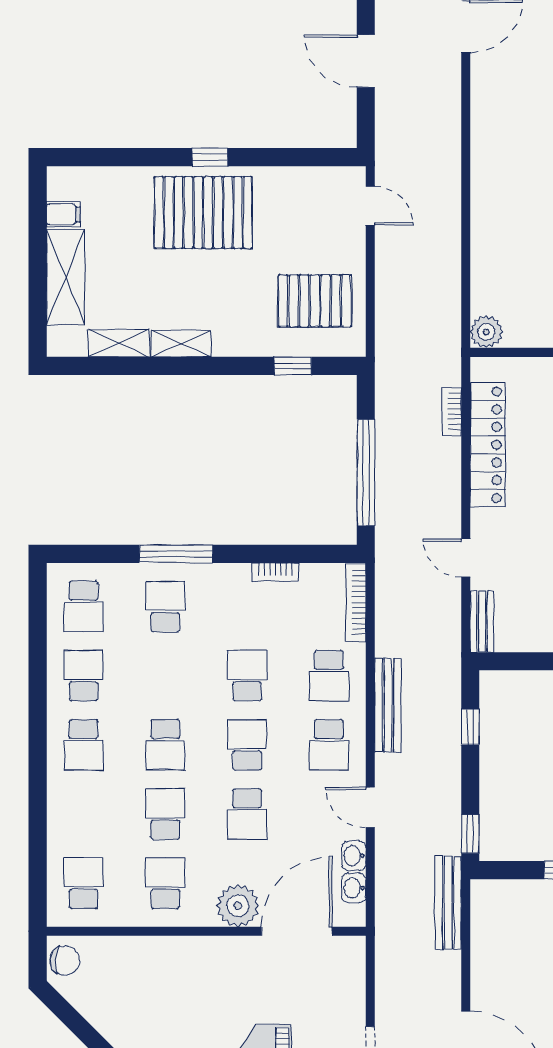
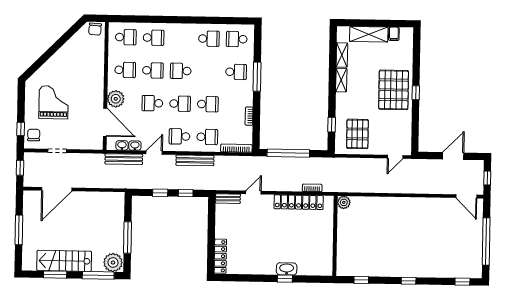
school desk: (329, 676) -> (207, 137), turned 180
school desk: (84, 745) -> (154, 38), moved, turned 180
window: (470, 834) -> (160, 193), moved
bench: (448, 903) -> (124, 159), moved

